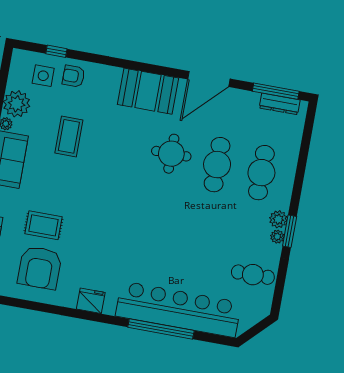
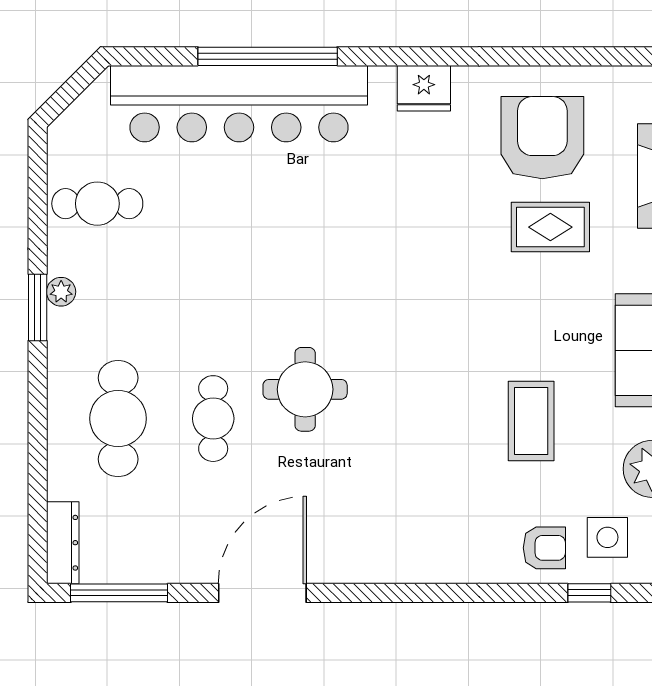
booth: (148, 91) -> (384, 545), removed
dresser: (280, 104) -> (63, 543), moved, turned 90
round table: (171, 154) -> (305, 389), moved
cafe table: (217, 165) -> (213, 419), width x0.73, depth x0.74
plant: (278, 219) -> (65, 328), removed

